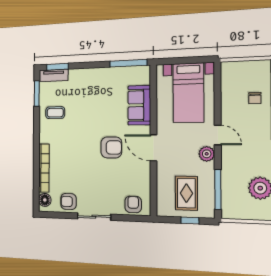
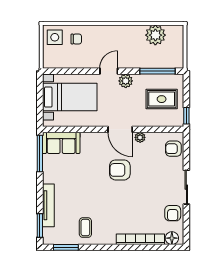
side table: (257, 74) -> (55, 37), added
tv unit: (54, 75) -> (48, 205), moved, width x1.41
sofa: (139, 105) -> (61, 143), moved
armchair: (111, 147) -> (120, 170), turned -90
door: (153, 148) -> (120, 129), hinge flipped
plant: (145, 169) -> (140, 137), added
window: (190, 221) -> (186, 116), moved

